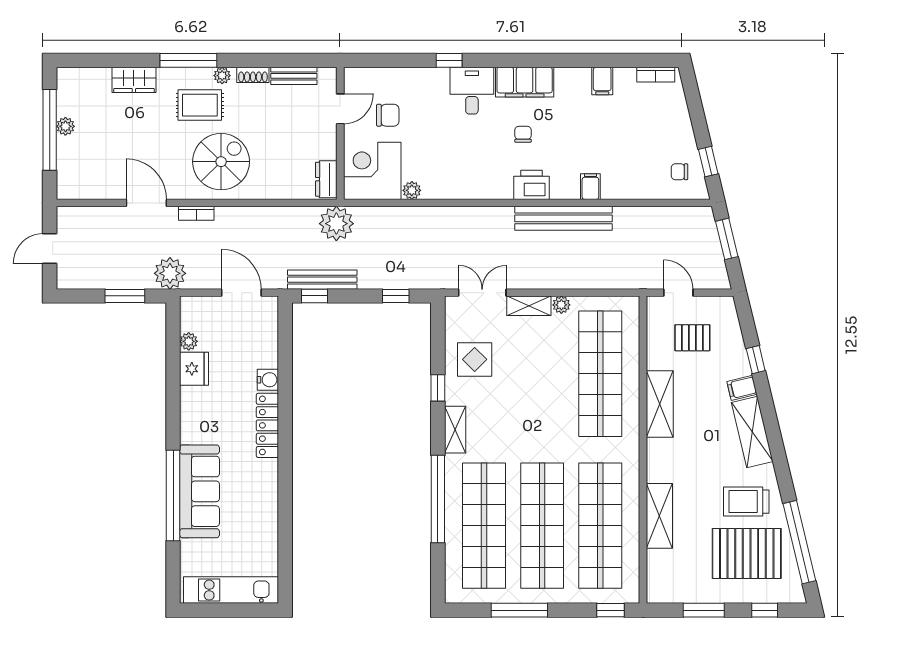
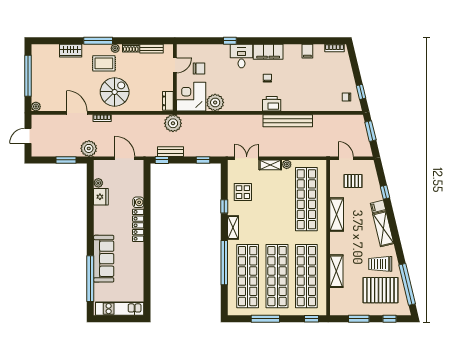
plant: (65, 126) -> (36, 107), moved
filing cabinet: (590, 187) -> (301, 105), removed
plant: (412, 190) -> (215, 102), width x1.88, depth x1.88
bench: (322, 280) -> (170, 152), width x0.73
window: (173, 495) -> (90, 279), moved

